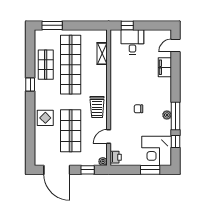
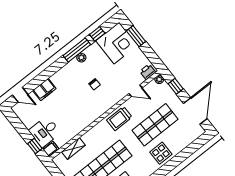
filing cabinet: (116, 36) -> (51, 149), added
trolley: (97, 107) -> (119, 119), turned 180

